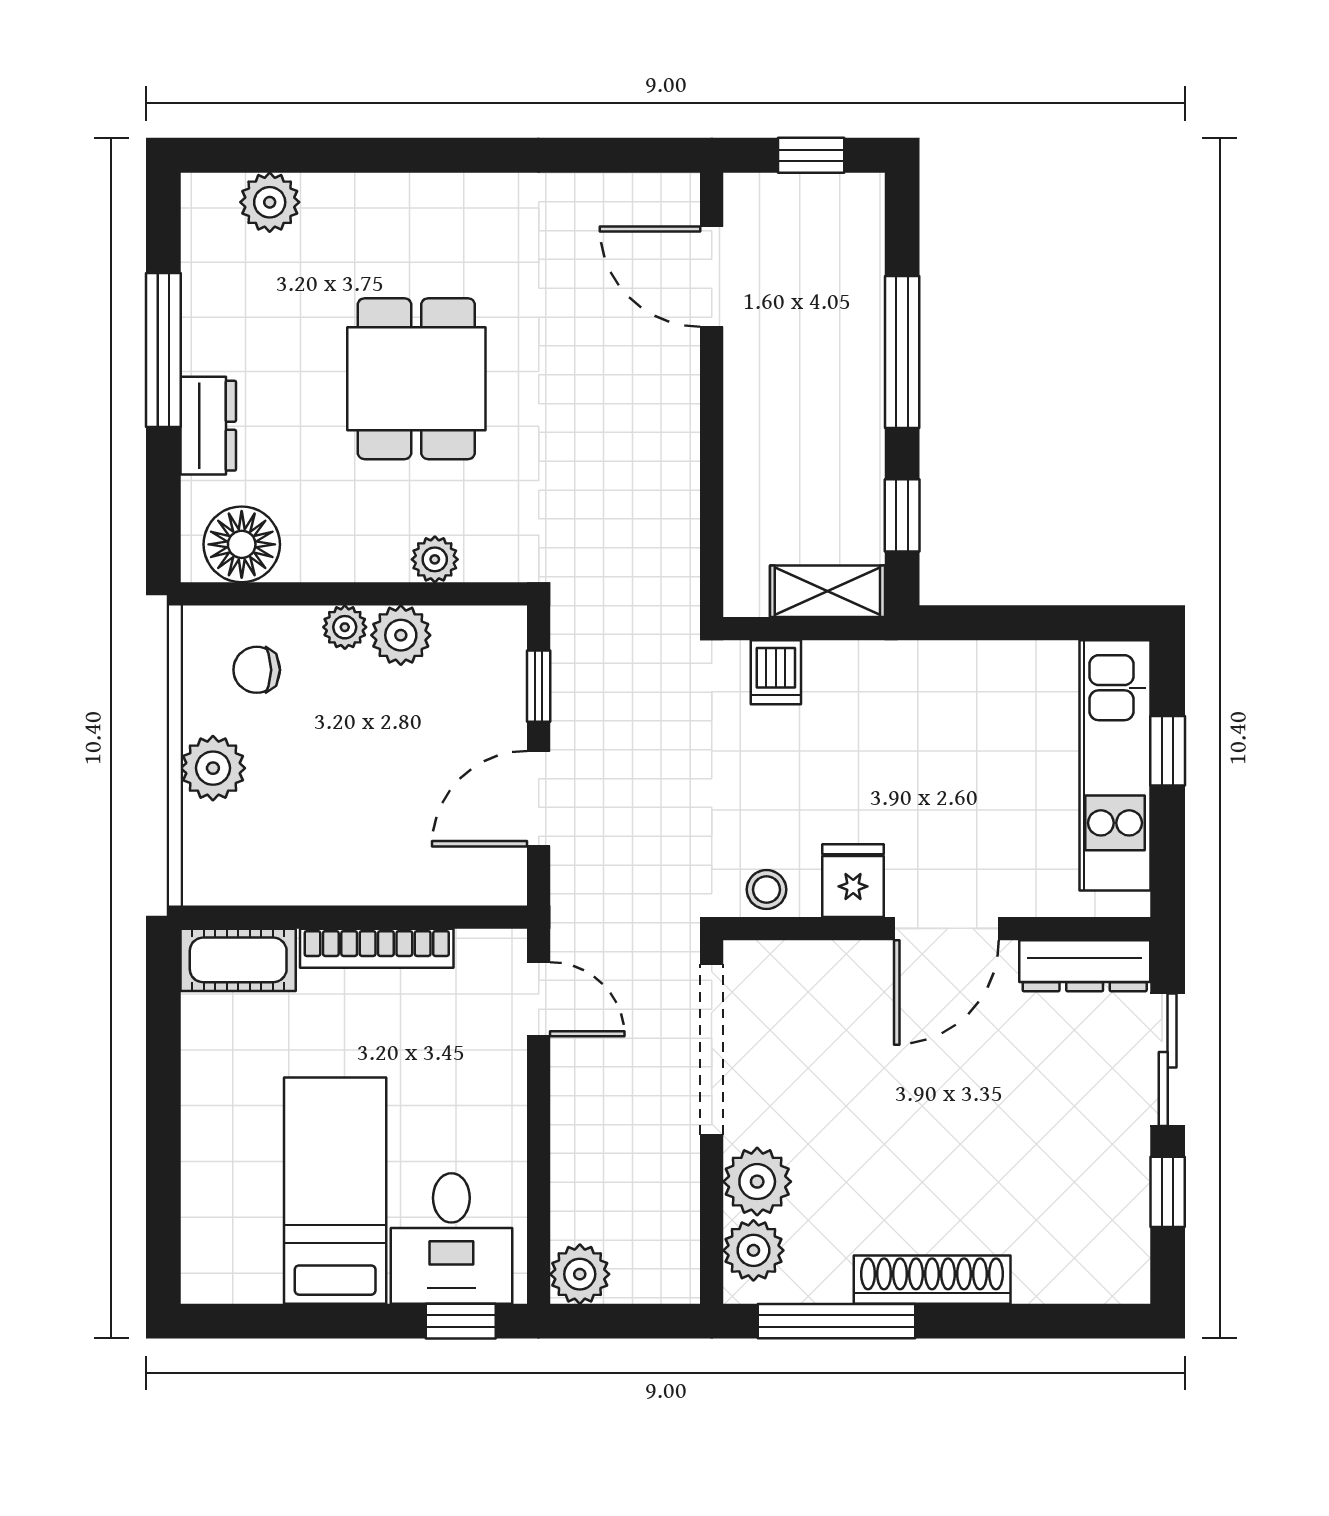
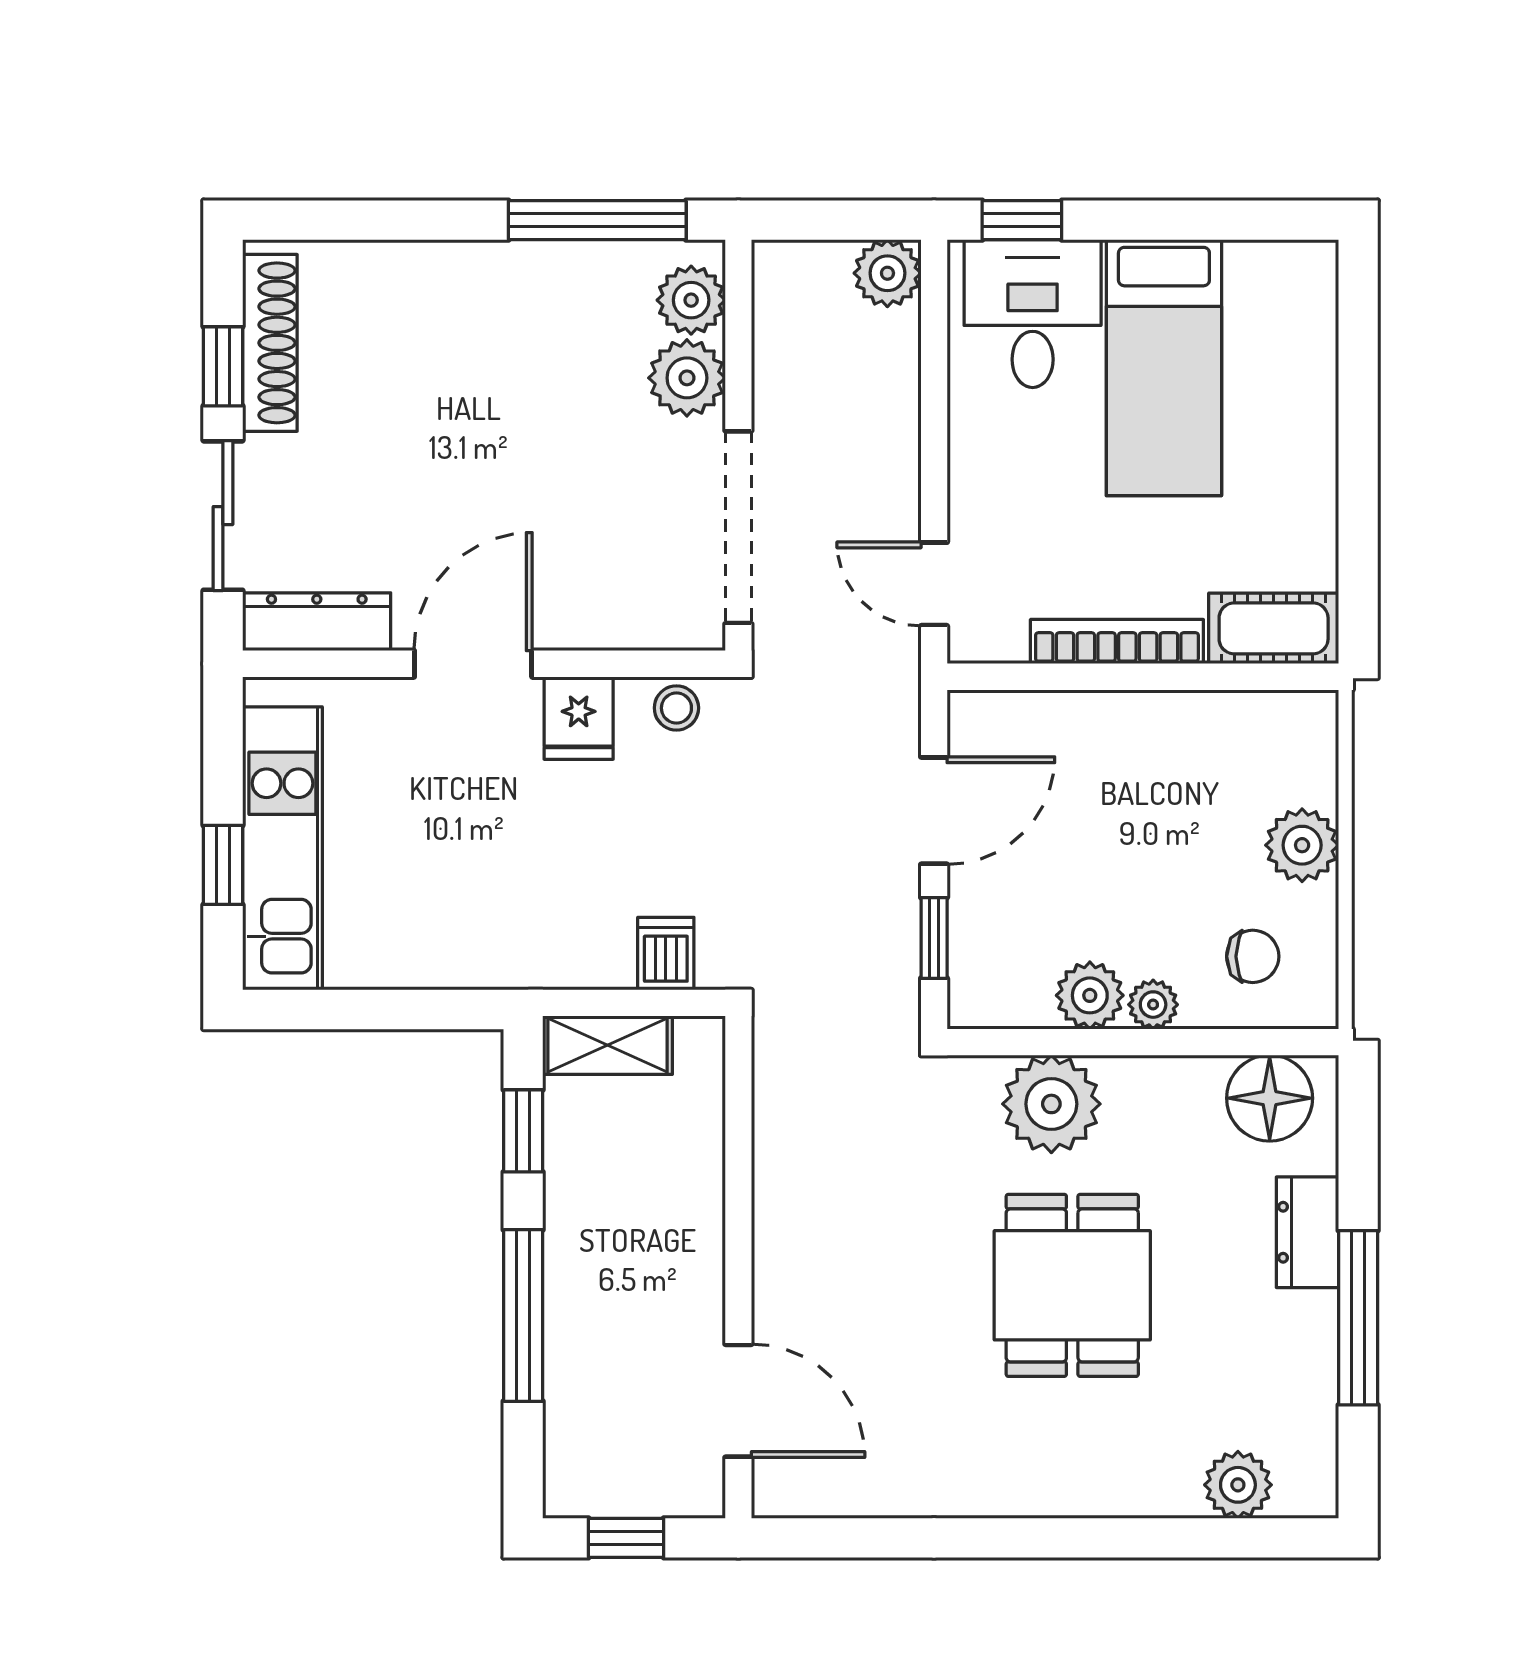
plant: (435, 559) -> (1051, 1104), width x1.87, depth x1.87
shoe rack: (932, 1280) -> (270, 343), moved, turned -90

